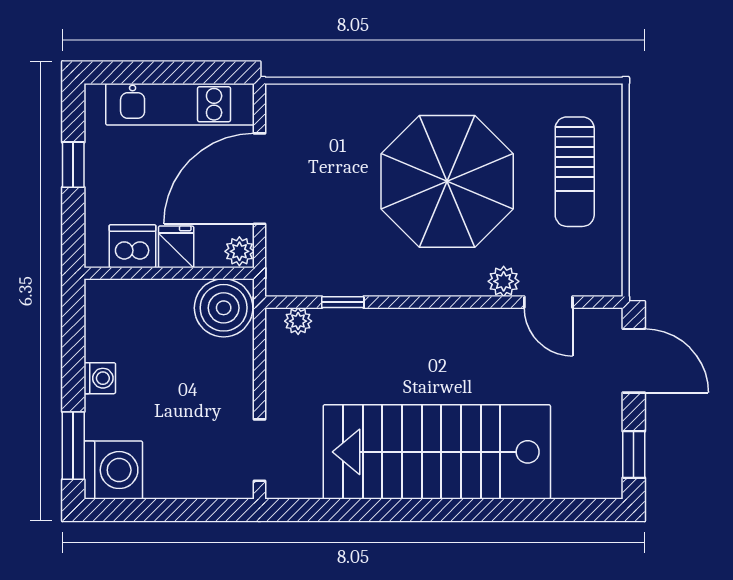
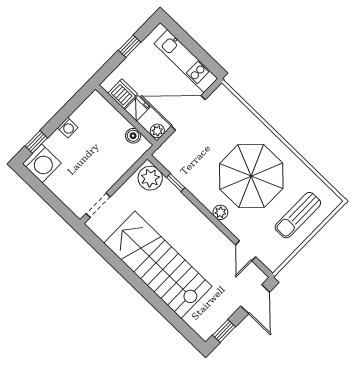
plant: (504, 281) -> (220, 212), moved
boiler: (224, 308) -> (133, 136), width x0.54, depth x0.54
plant: (298, 321) -> (150, 178), width x1.87, depth x1.87
window: (73, 446) -> (36, 142), width x0.67

